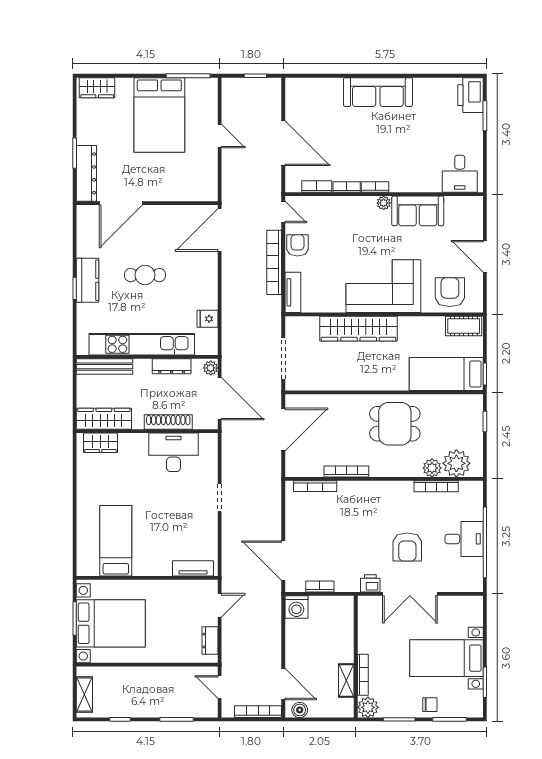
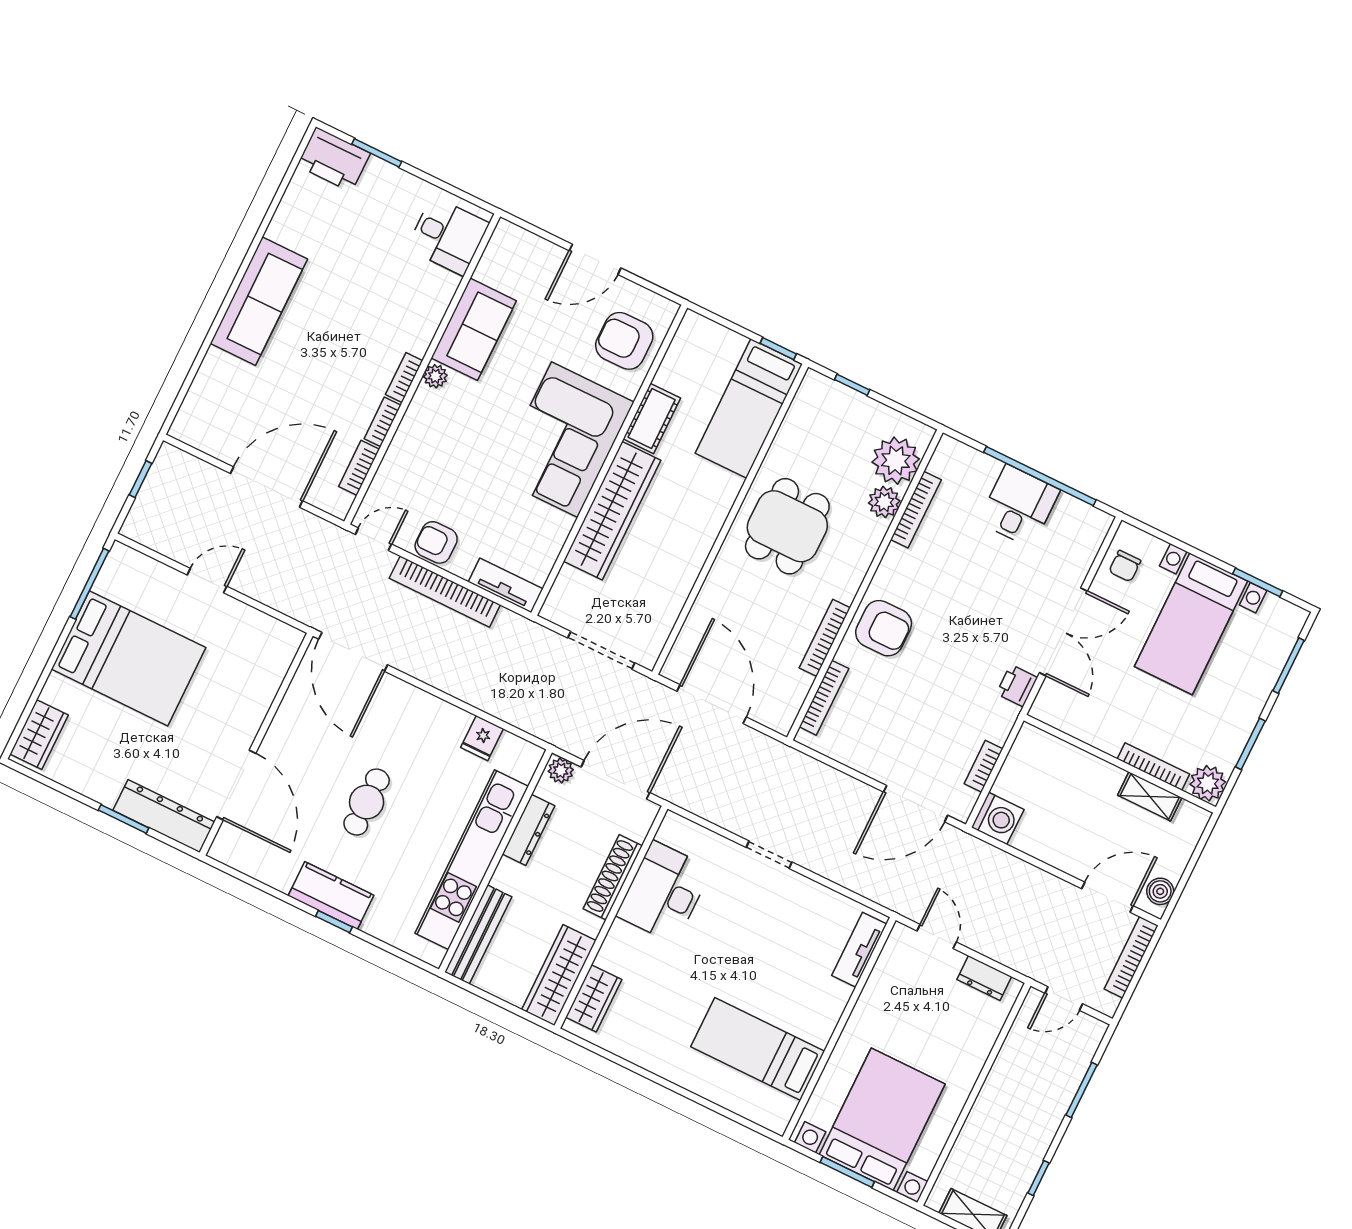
cot: (464, 326) -> (652, 418), moved
armchair: (407, 547) -> (884, 628), moved
chair: (430, 705) -> (1125, 566), moved, turned 180

